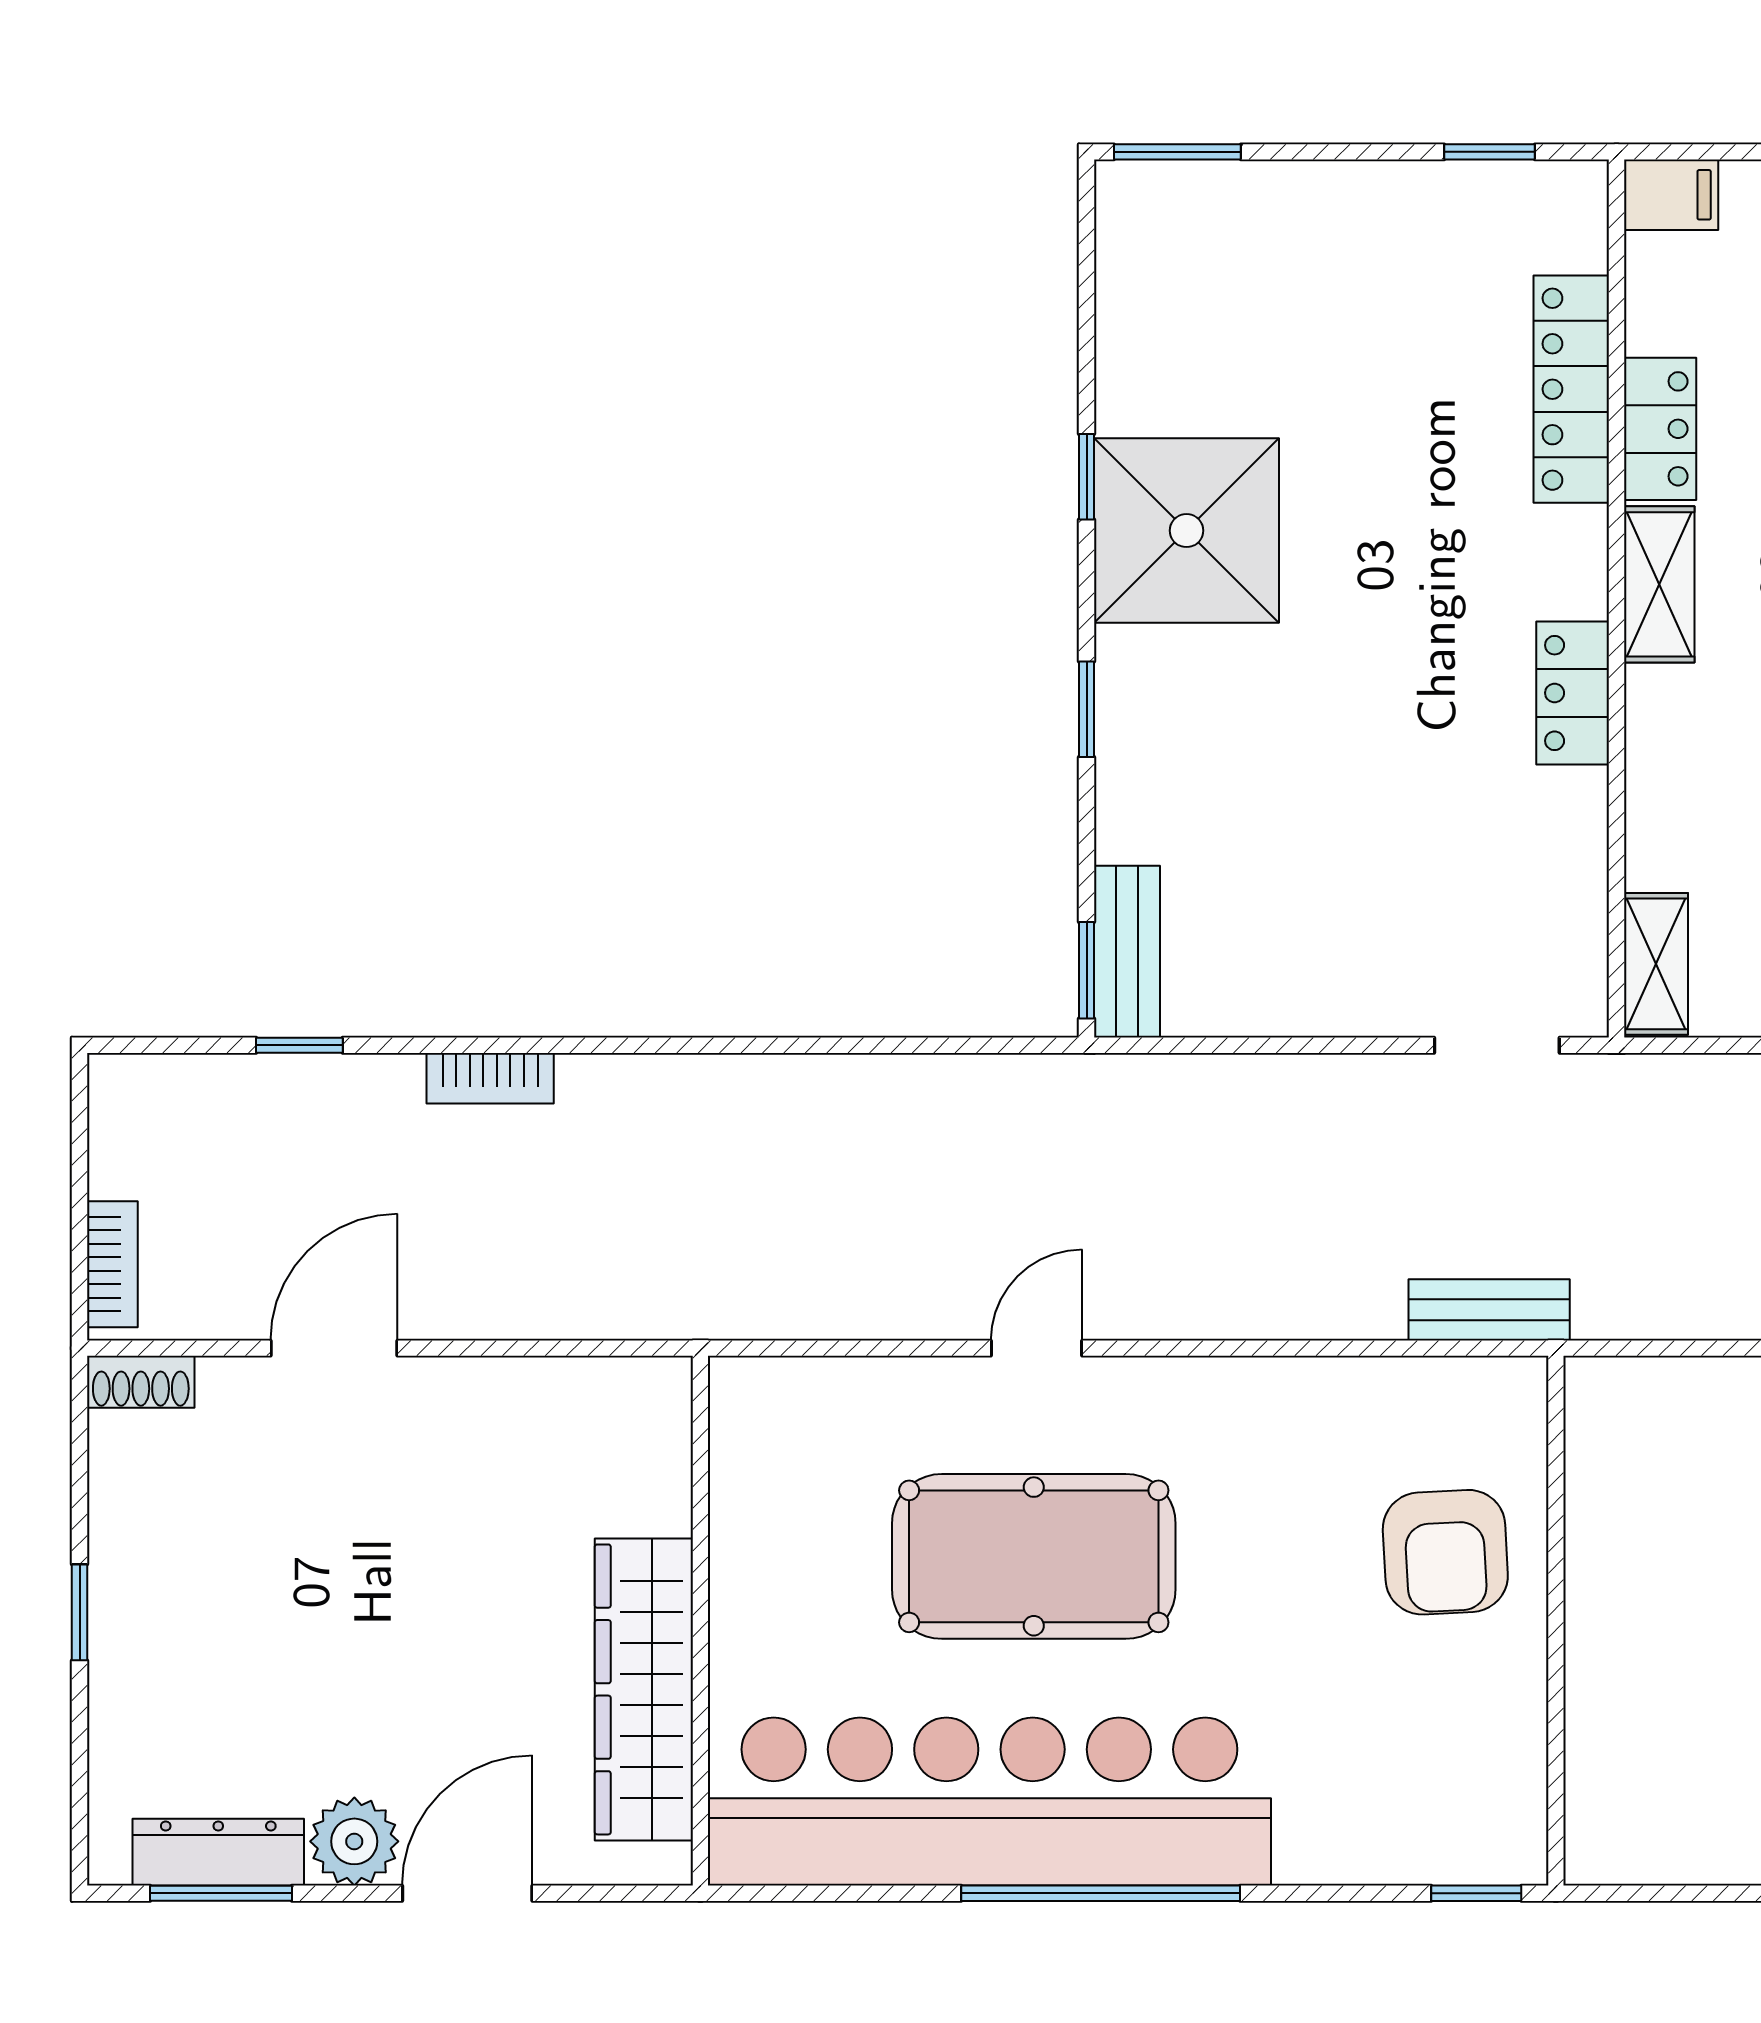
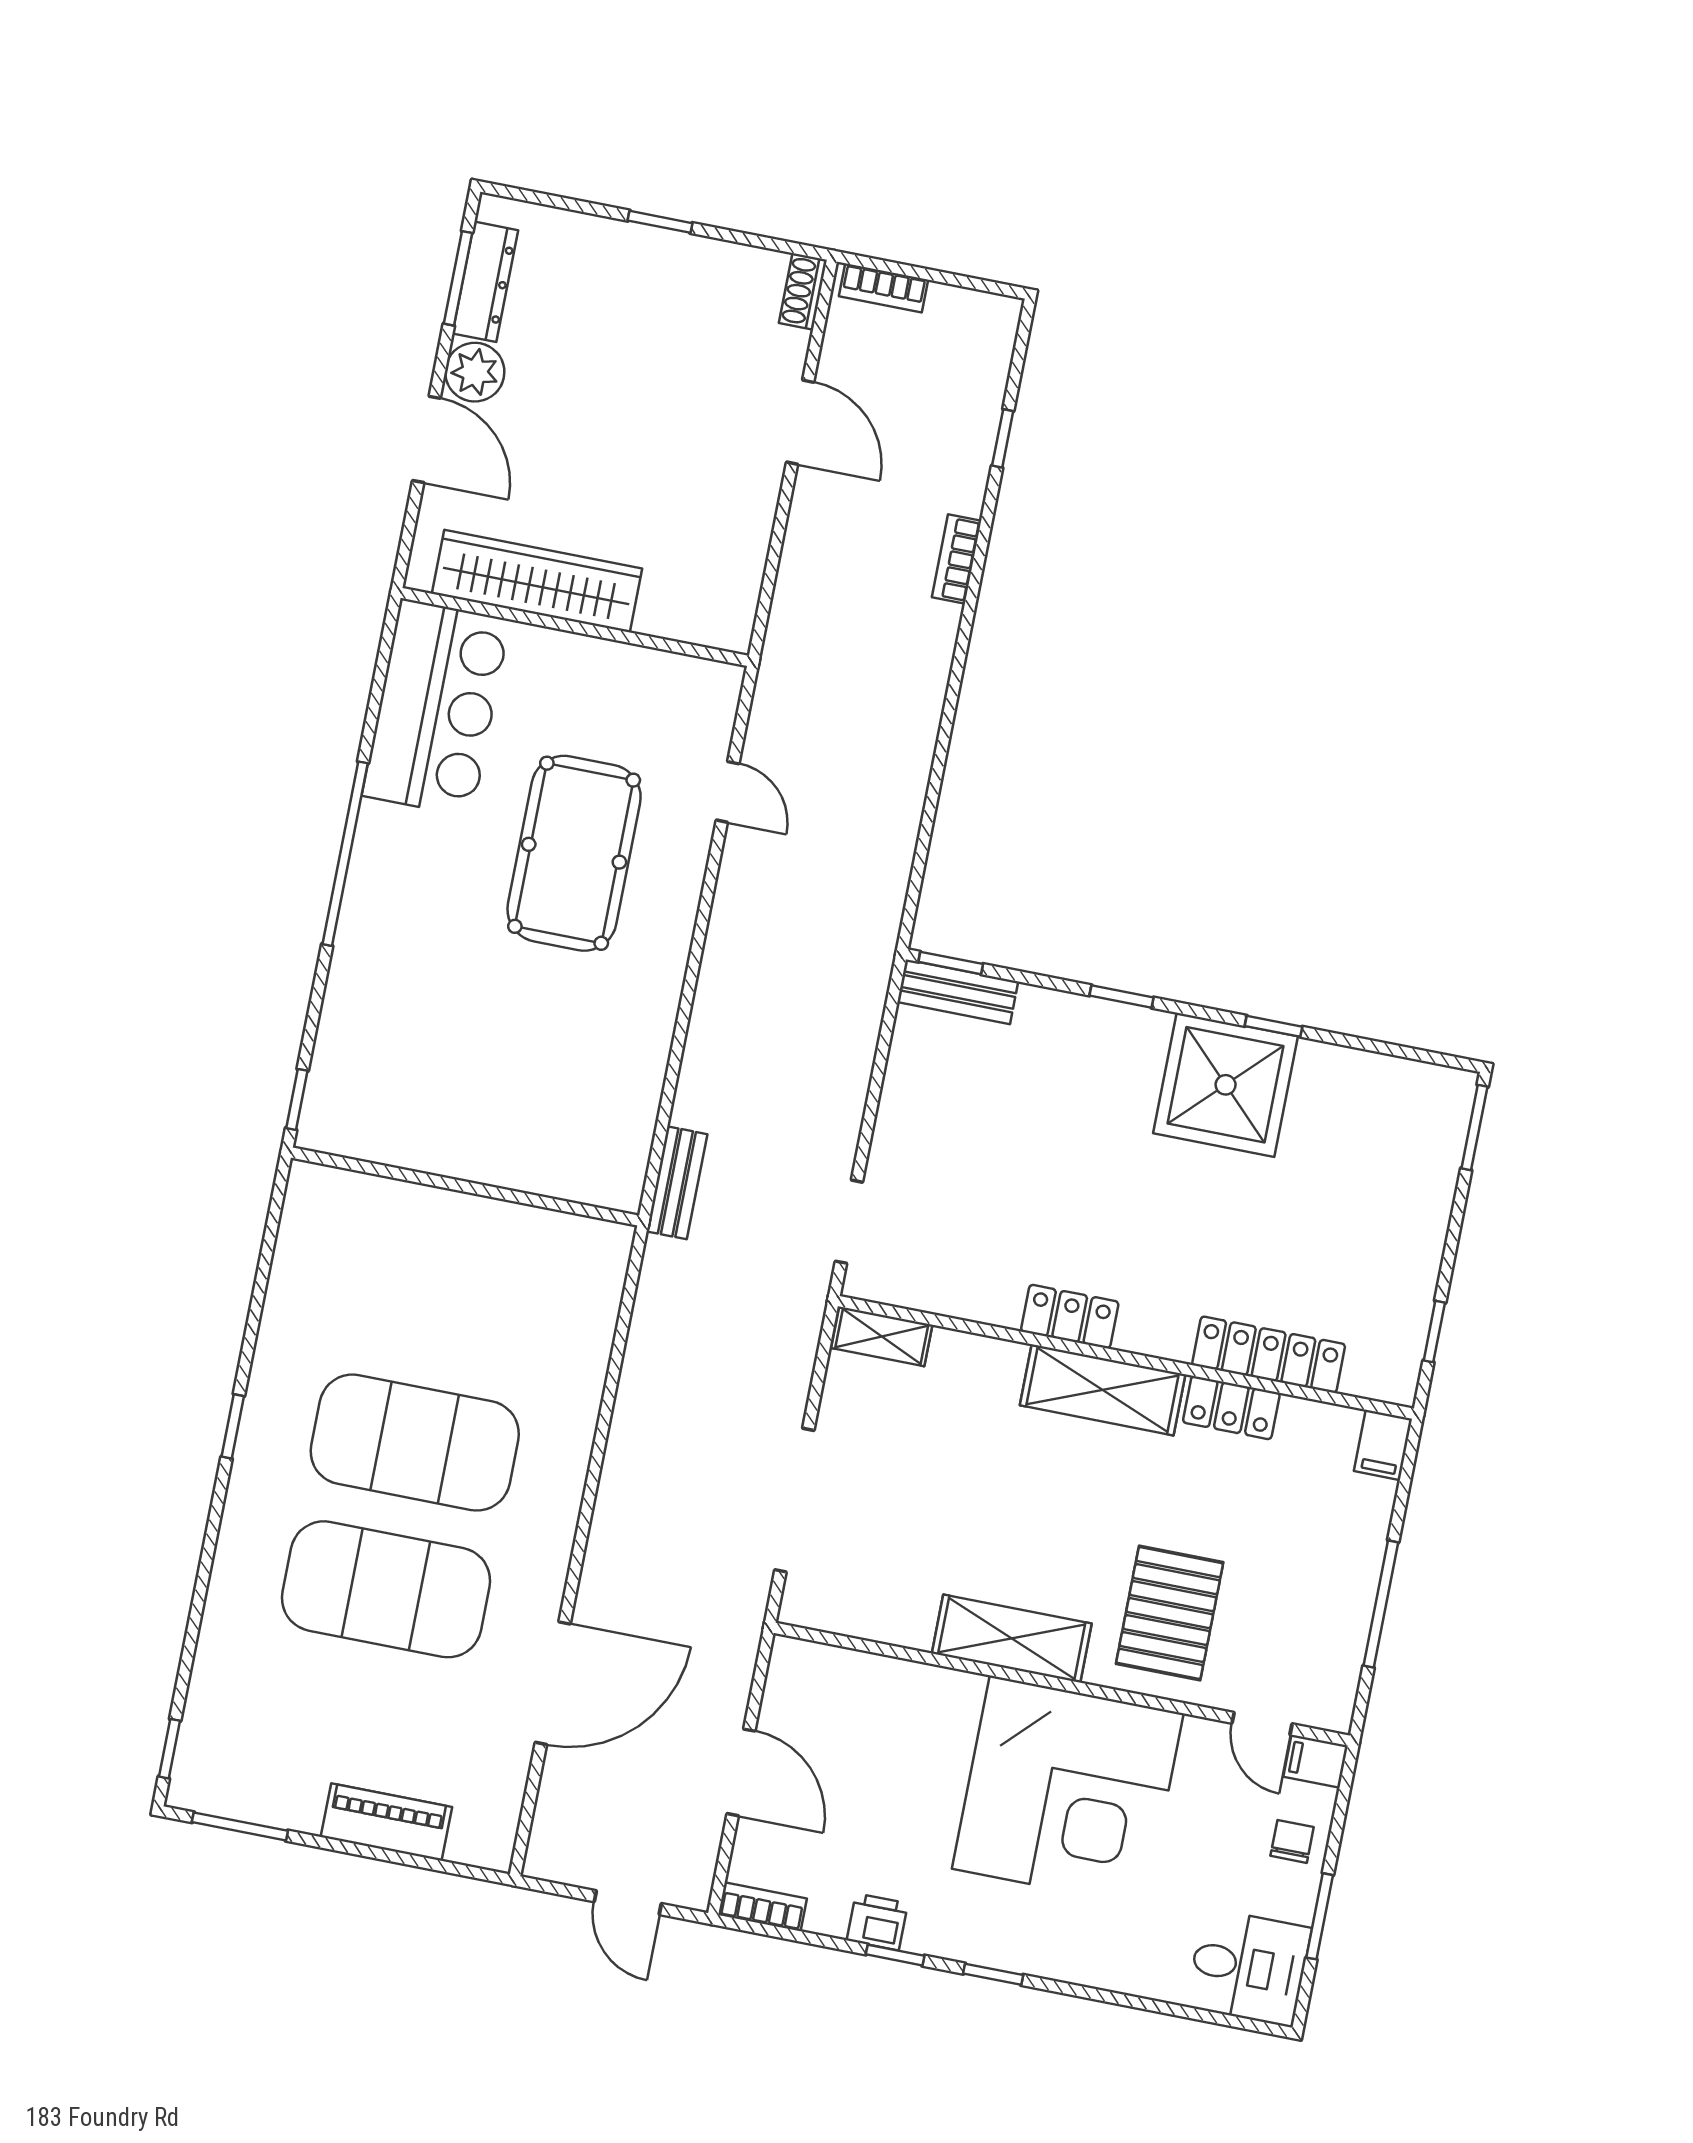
shelving: (1659, 584) -> (1103, 1390), width x1.50, depth x1.33
door: (1036, 1348) -> (728, 792), moved
armchair: (1445, 1552) -> (524, 1123), removed
bar counter: (989, 1802) -> (436, 708), width x0.54

